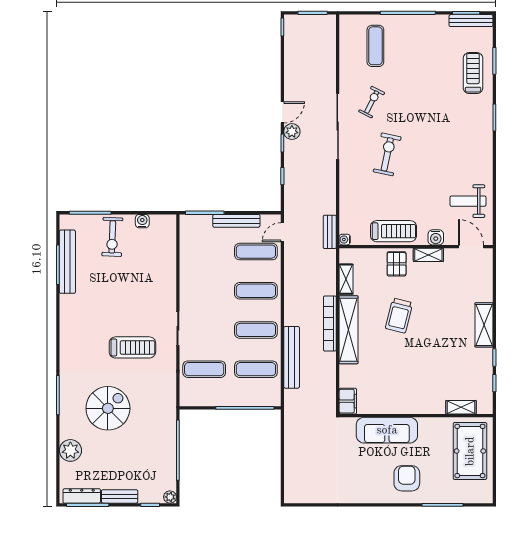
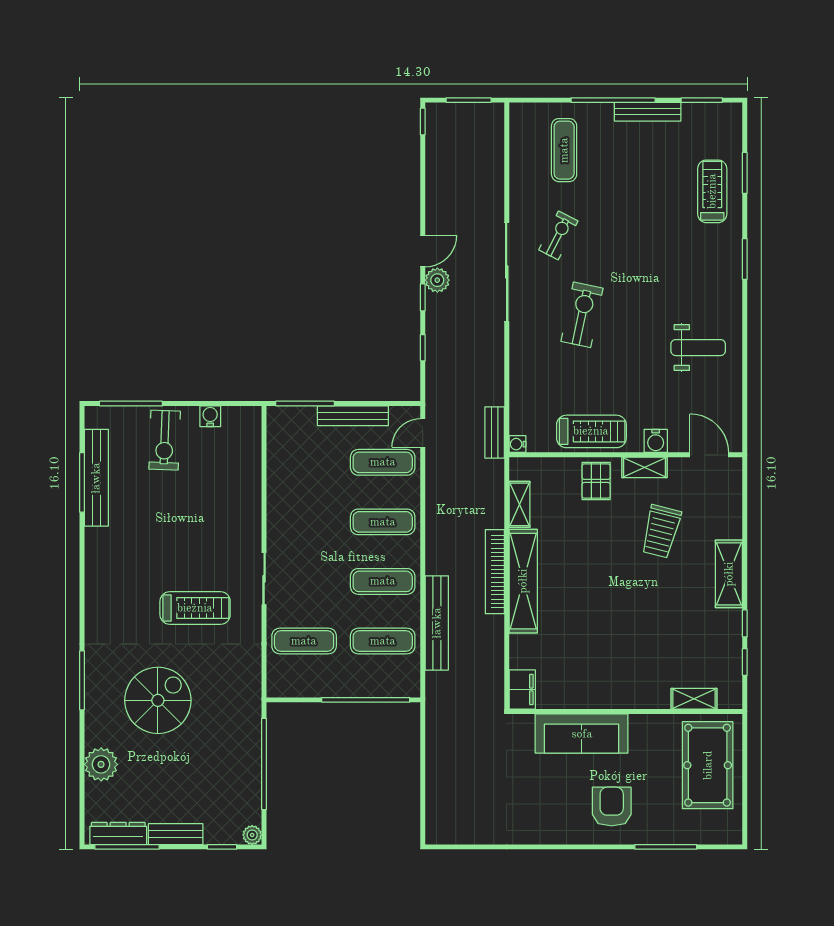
bench: (471, 21) -> (648, 112), moved
weight bench: (468, 201) -> (698, 348), moved, turned 180
trolley: (399, 316) -> (661, 531), moved

